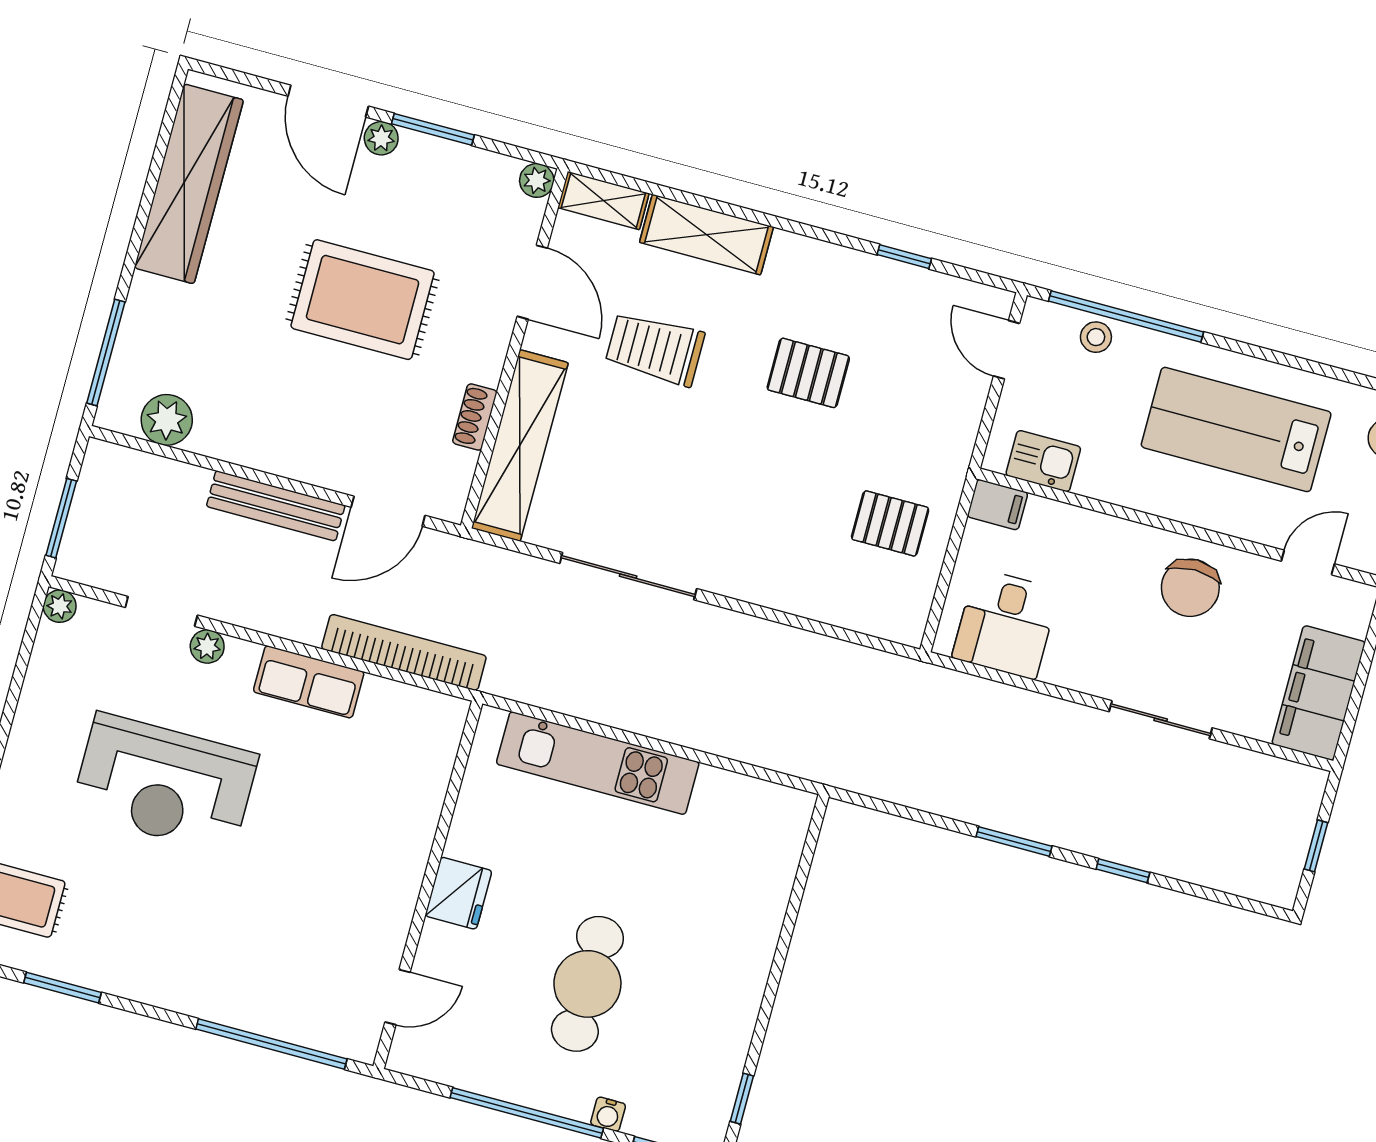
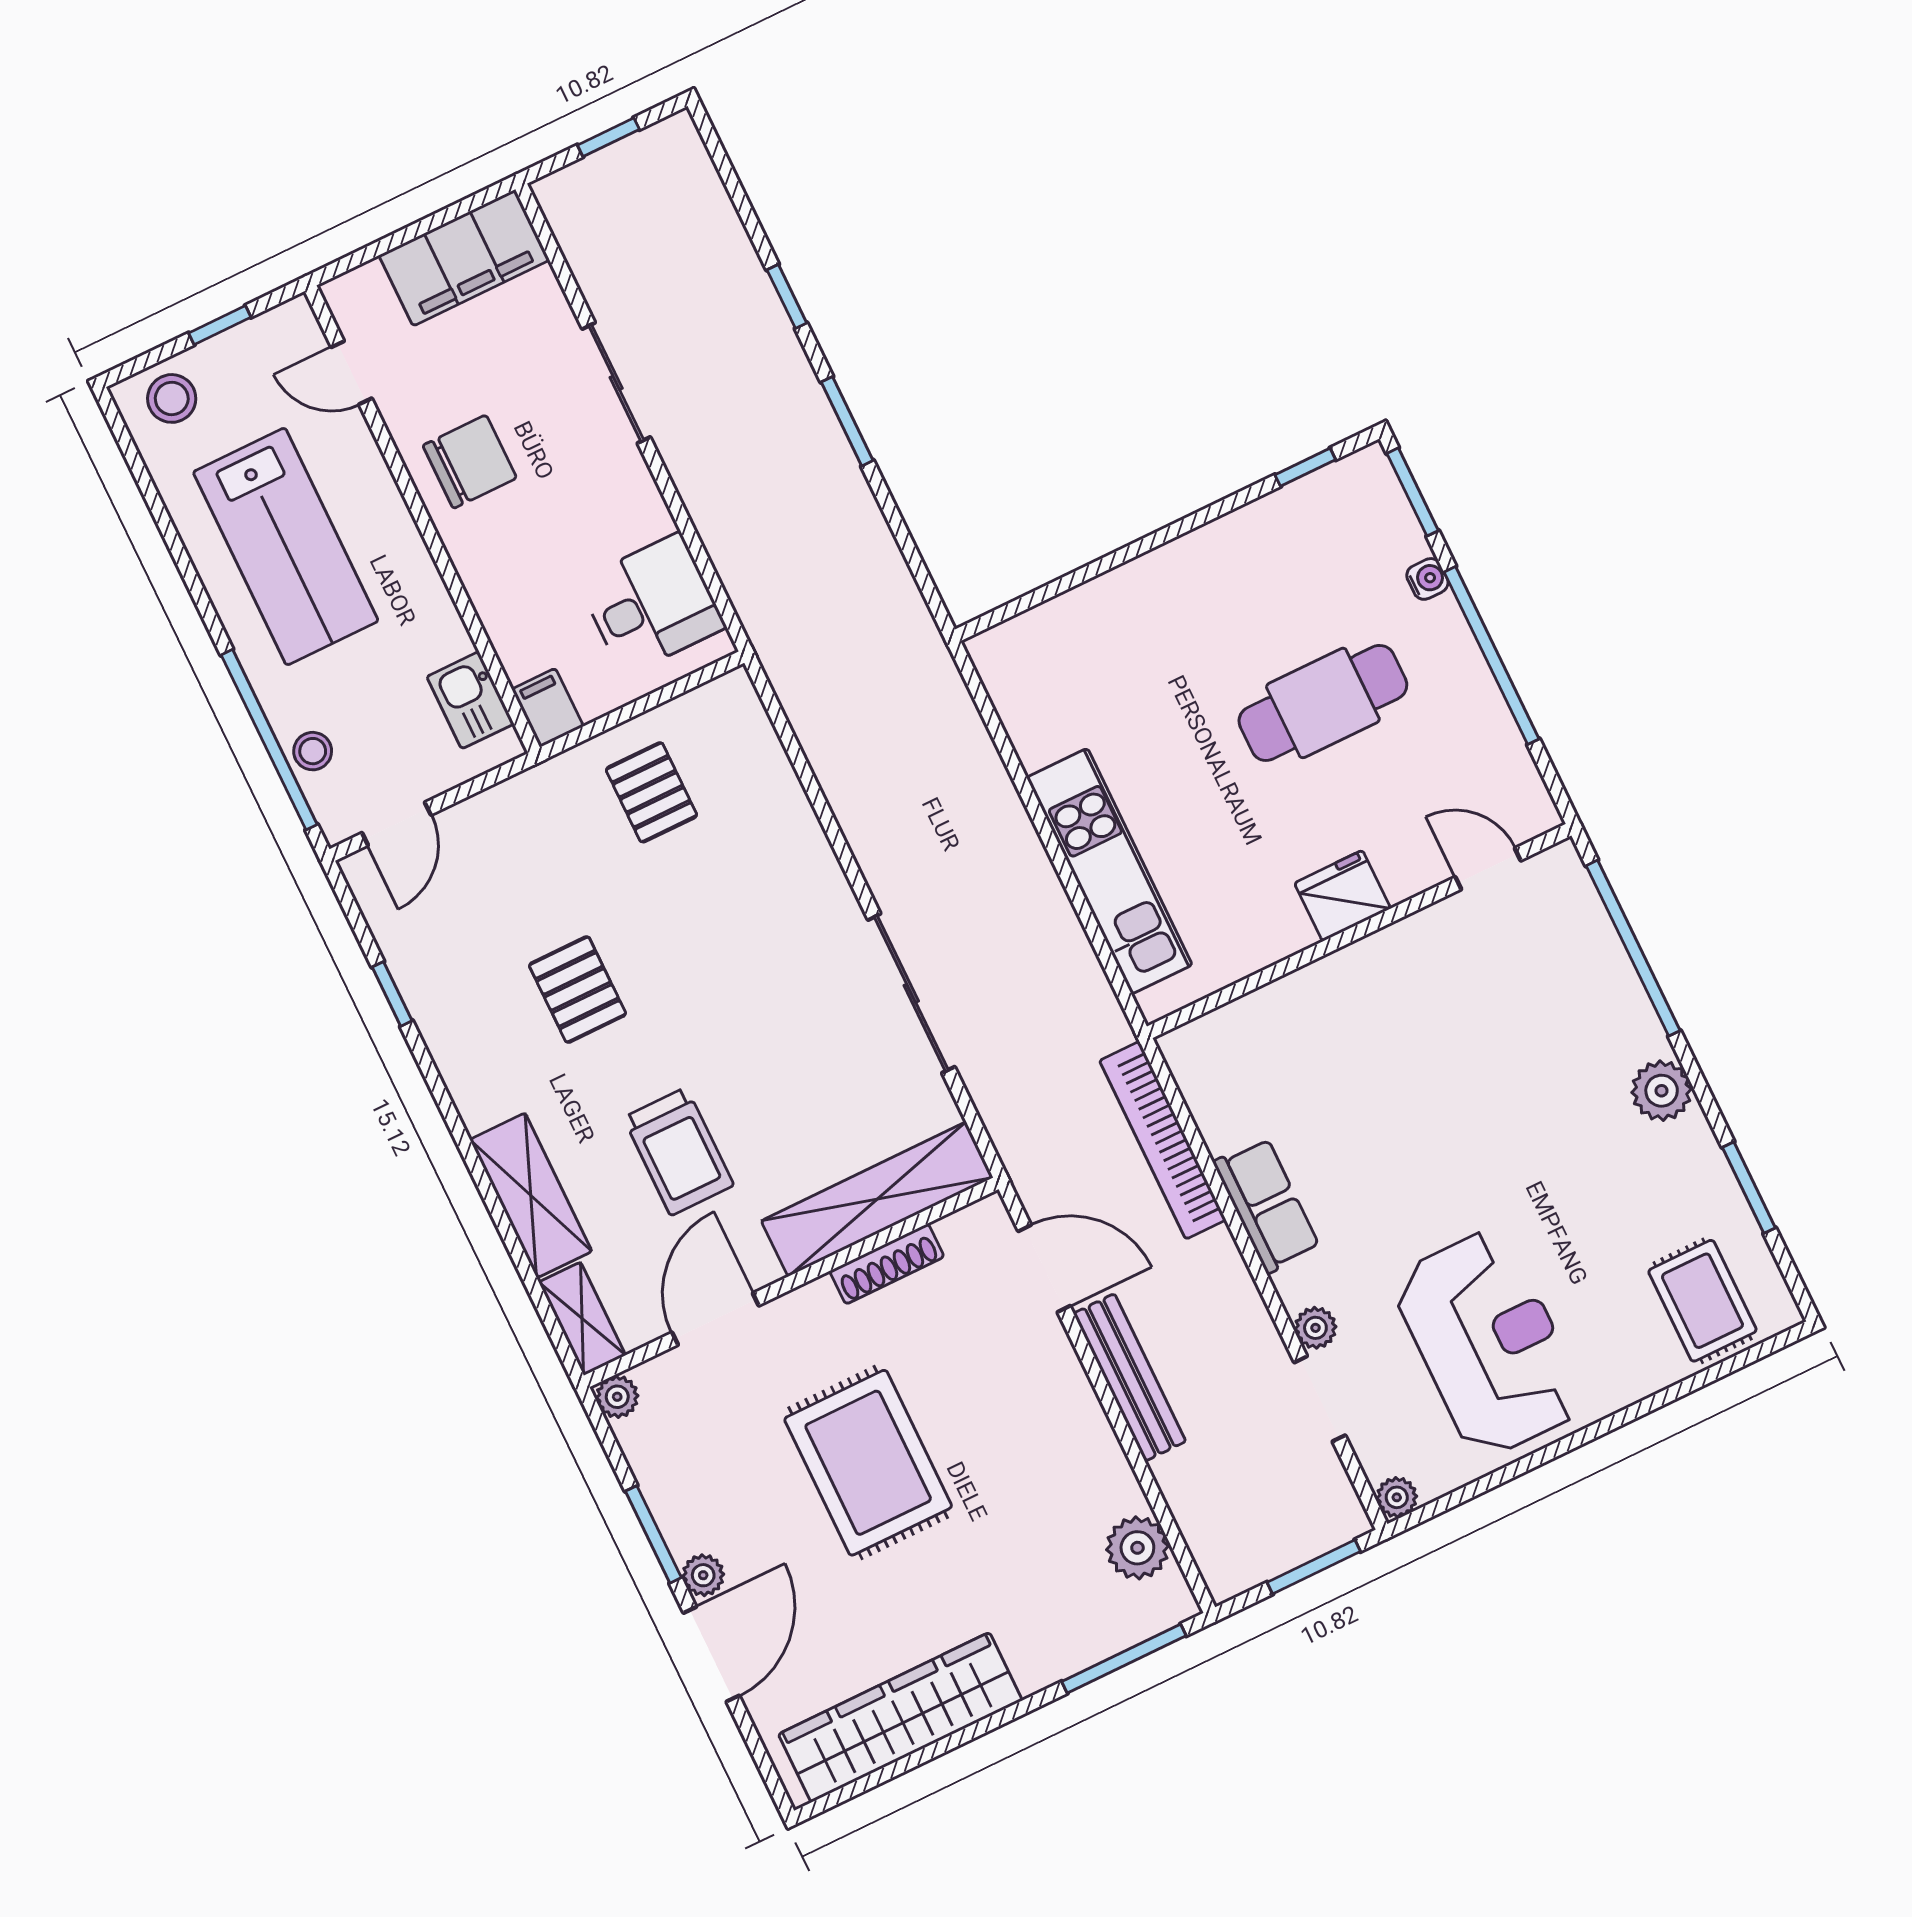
shoe rack: (475, 417) -> (887, 1264), width x1.43
reception desk: (164, 784) -> (1489, 1343), moved
plant: (169, 986) -> (1662, 1091), added

